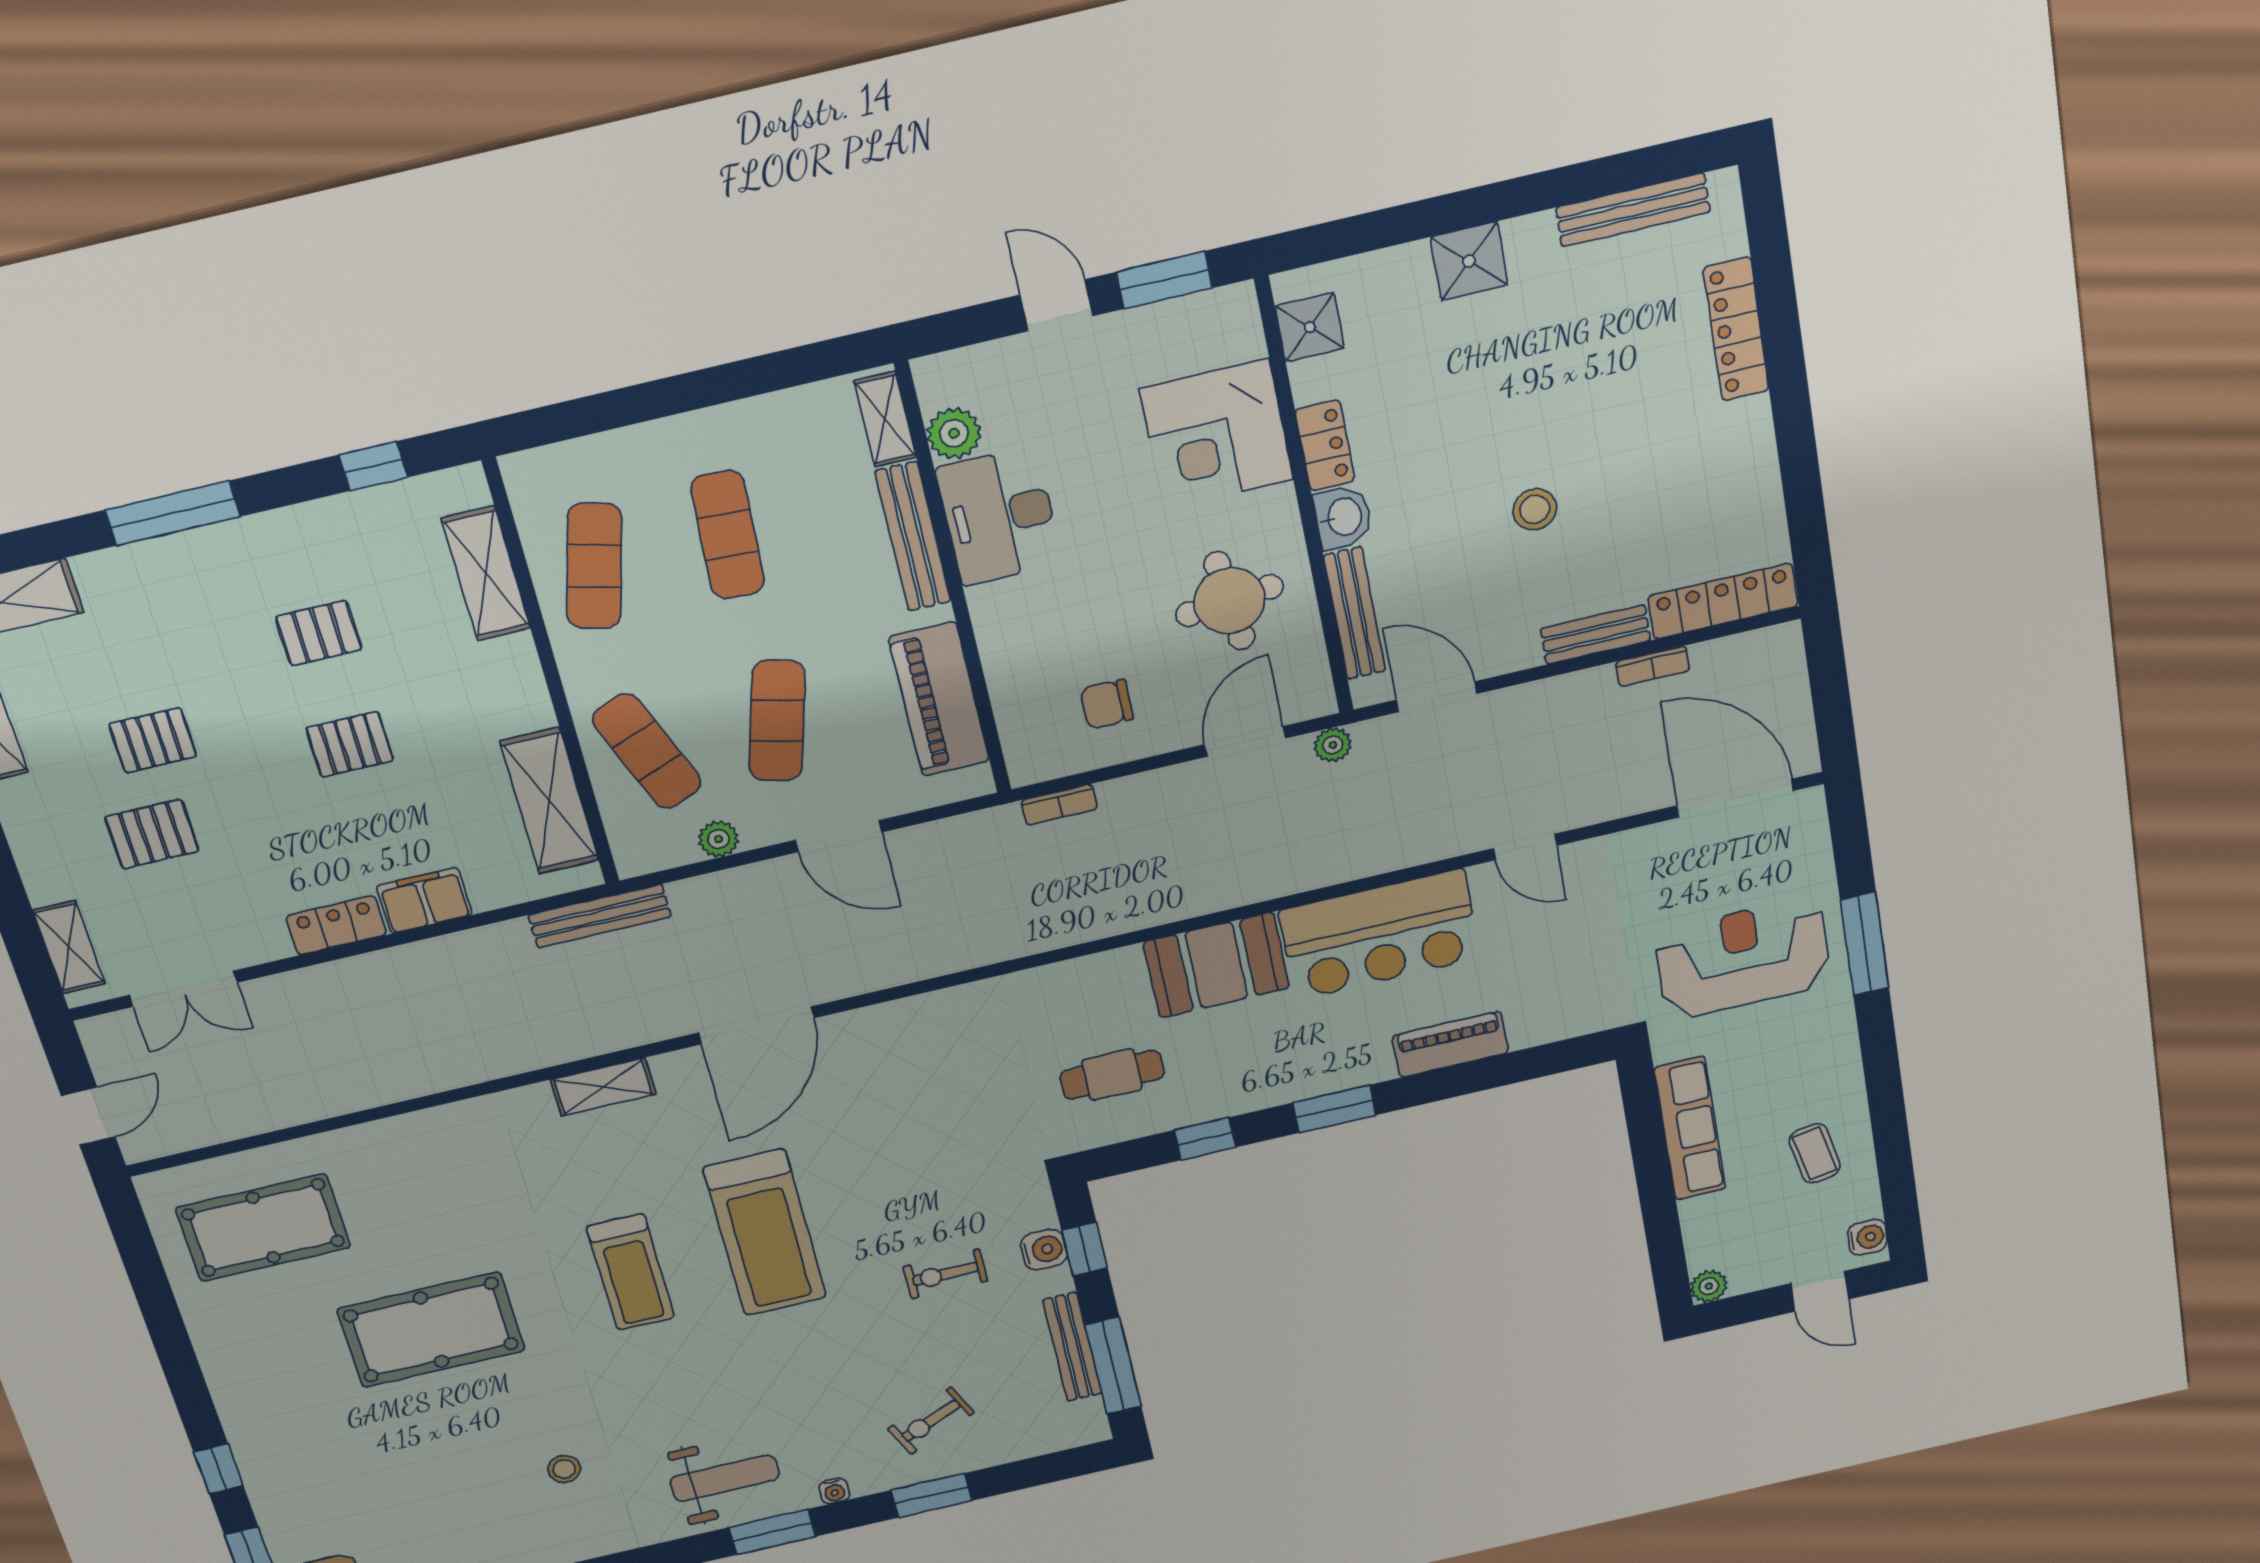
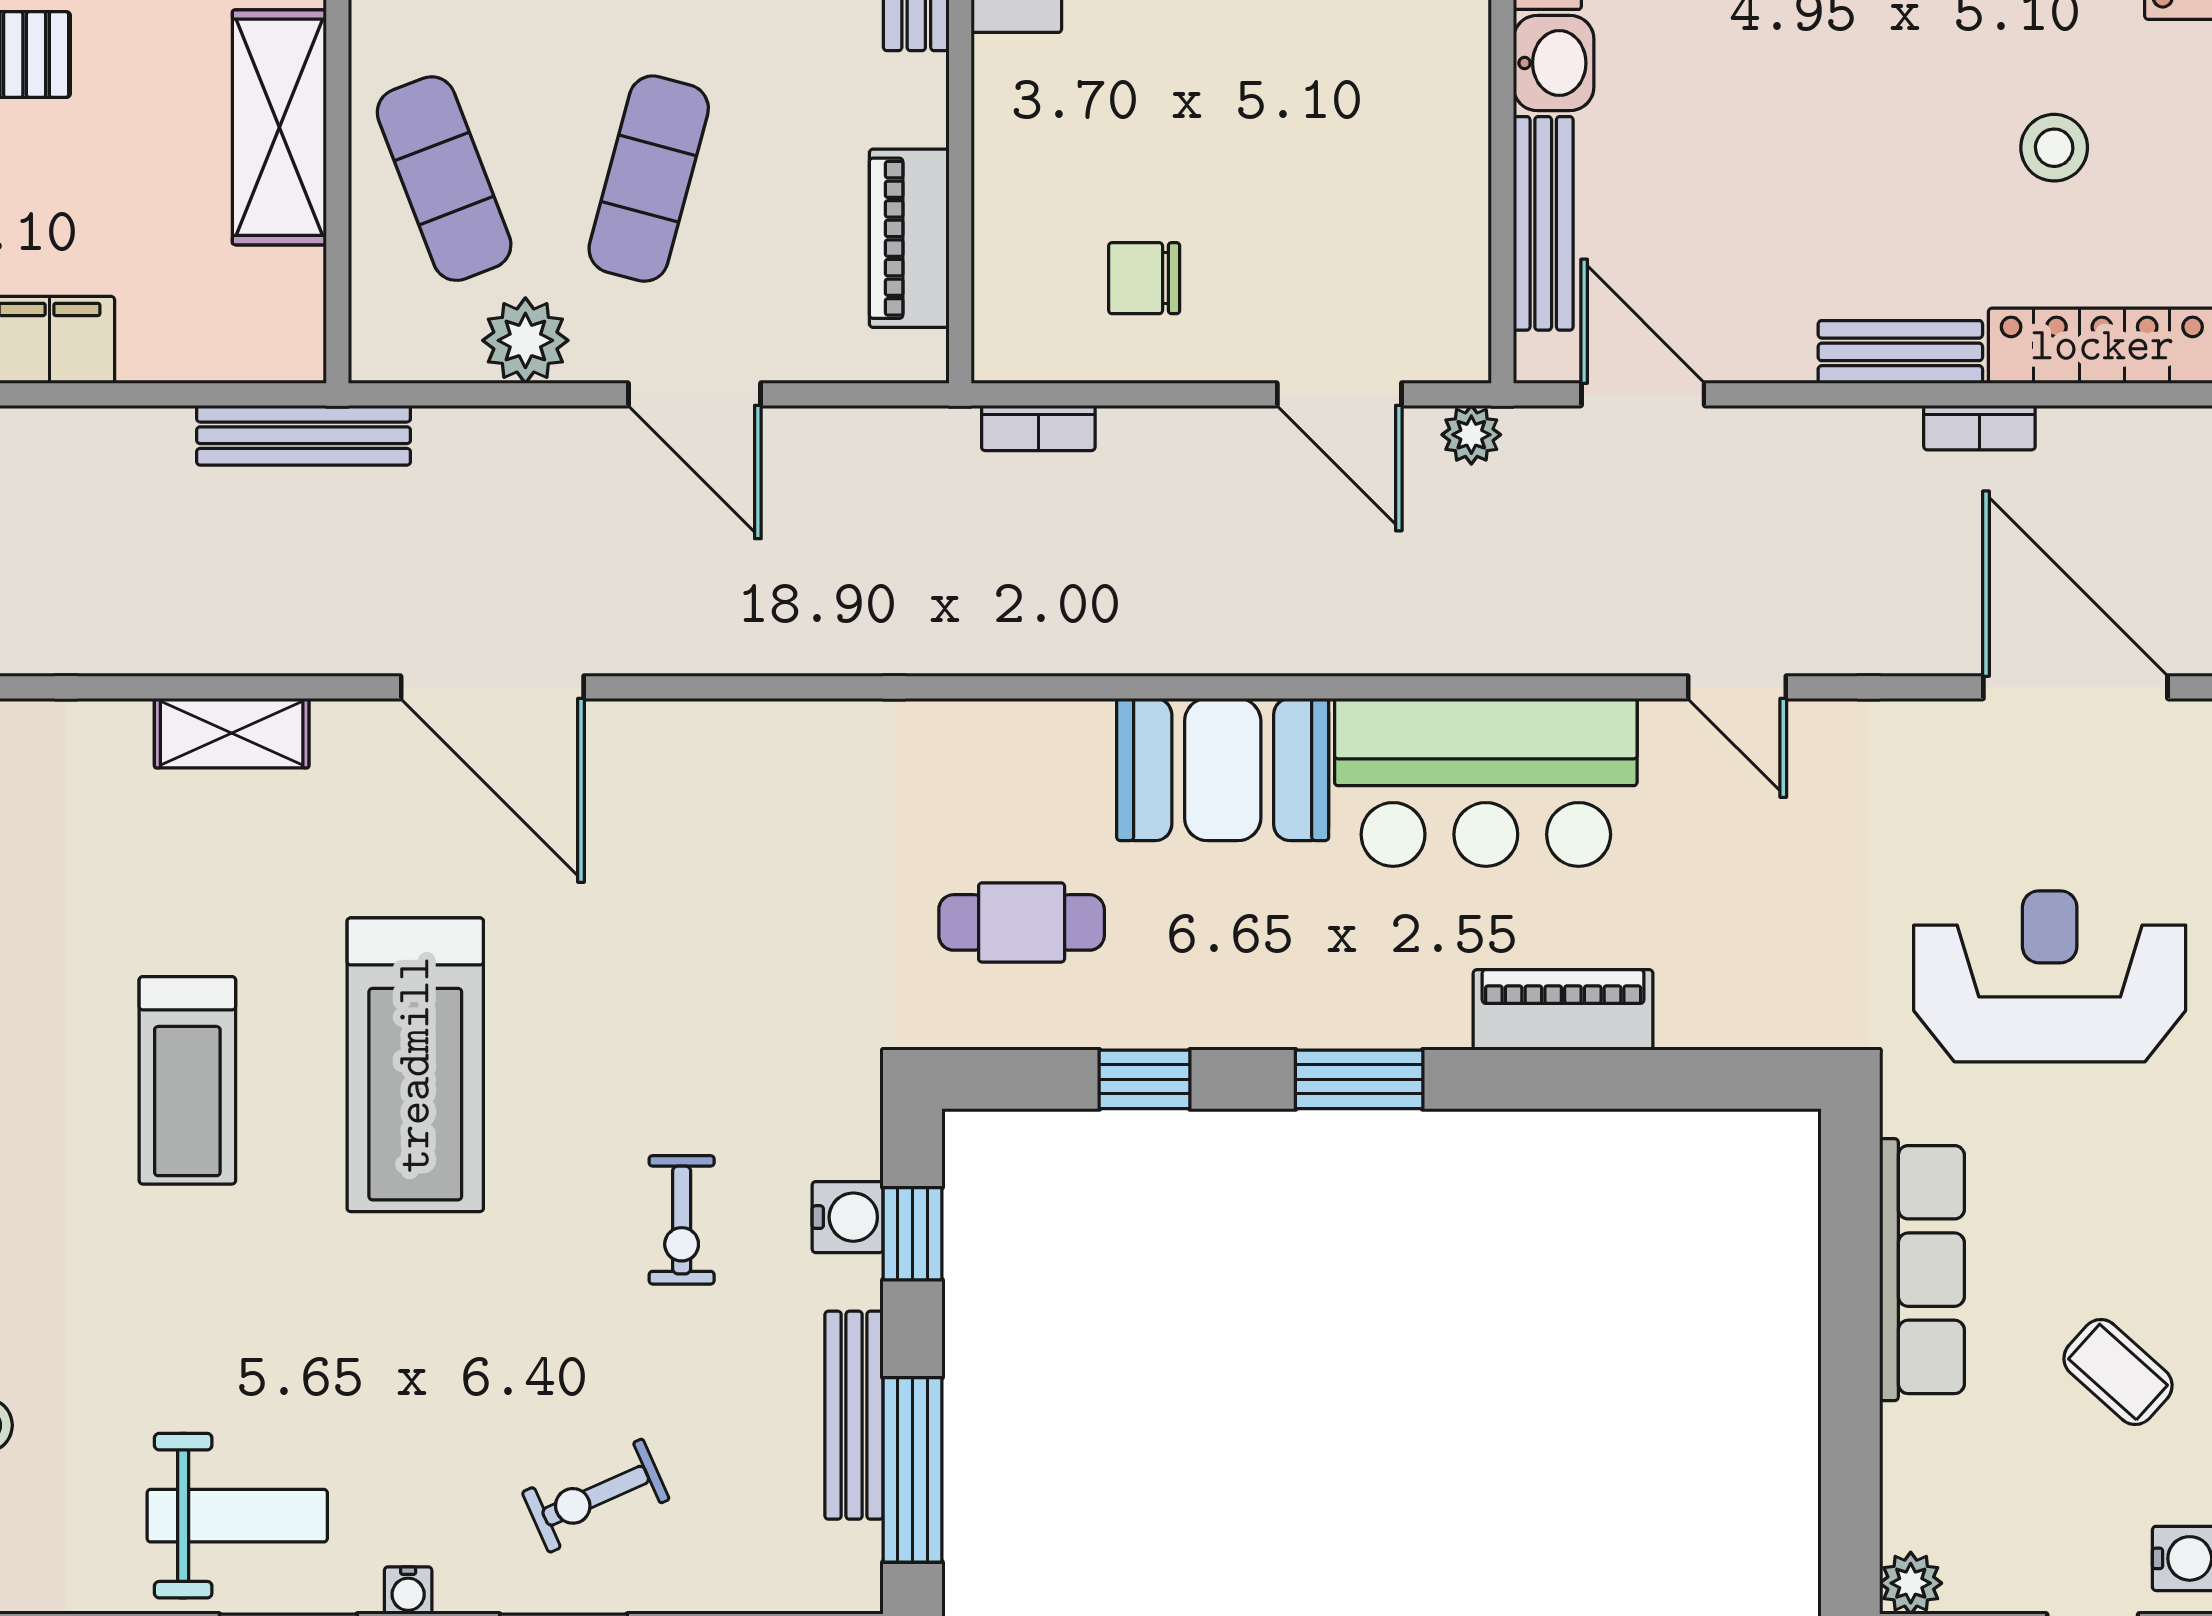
stool: (1535, 510) -> (2054, 148), moved
round table: (1229, 601) -> (1360, 155), removed
piano: (939, 699) -> (909, 238), width x0.73, depth x0.75
door: (1245, 741) -> (1339, 394), swing flipped
shelving: (549, 801) -> (279, 127), moved
plant: (718, 839) -> (525, 340), width x1.38, depth x1.38
door: (756, 1025) -> (492, 687), hinge flipped
coffee table: (1815, 1153) -> (2118, 1372), turned -37
exercise bike: (945, 1274) -> (682, 1220), turned -90

